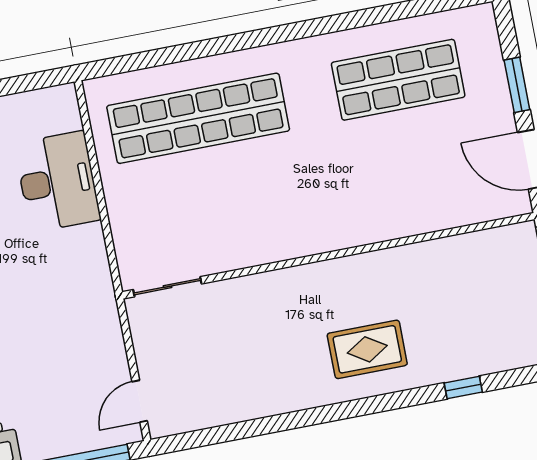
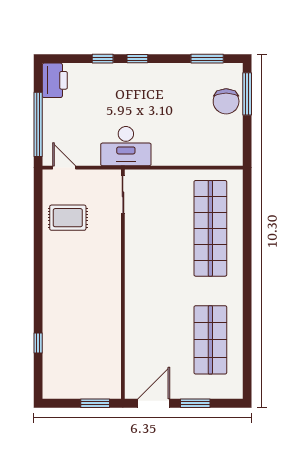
desk: (57, 182) -> (126, 146), moved
rug: (367, 349) -> (68, 218), moved, turned 90

